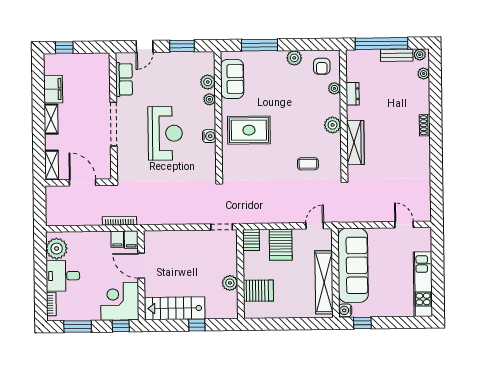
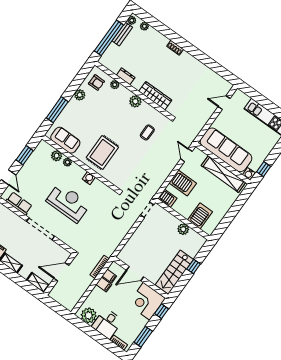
filing cabinet: (131, 240) -> (104, 285), moved

